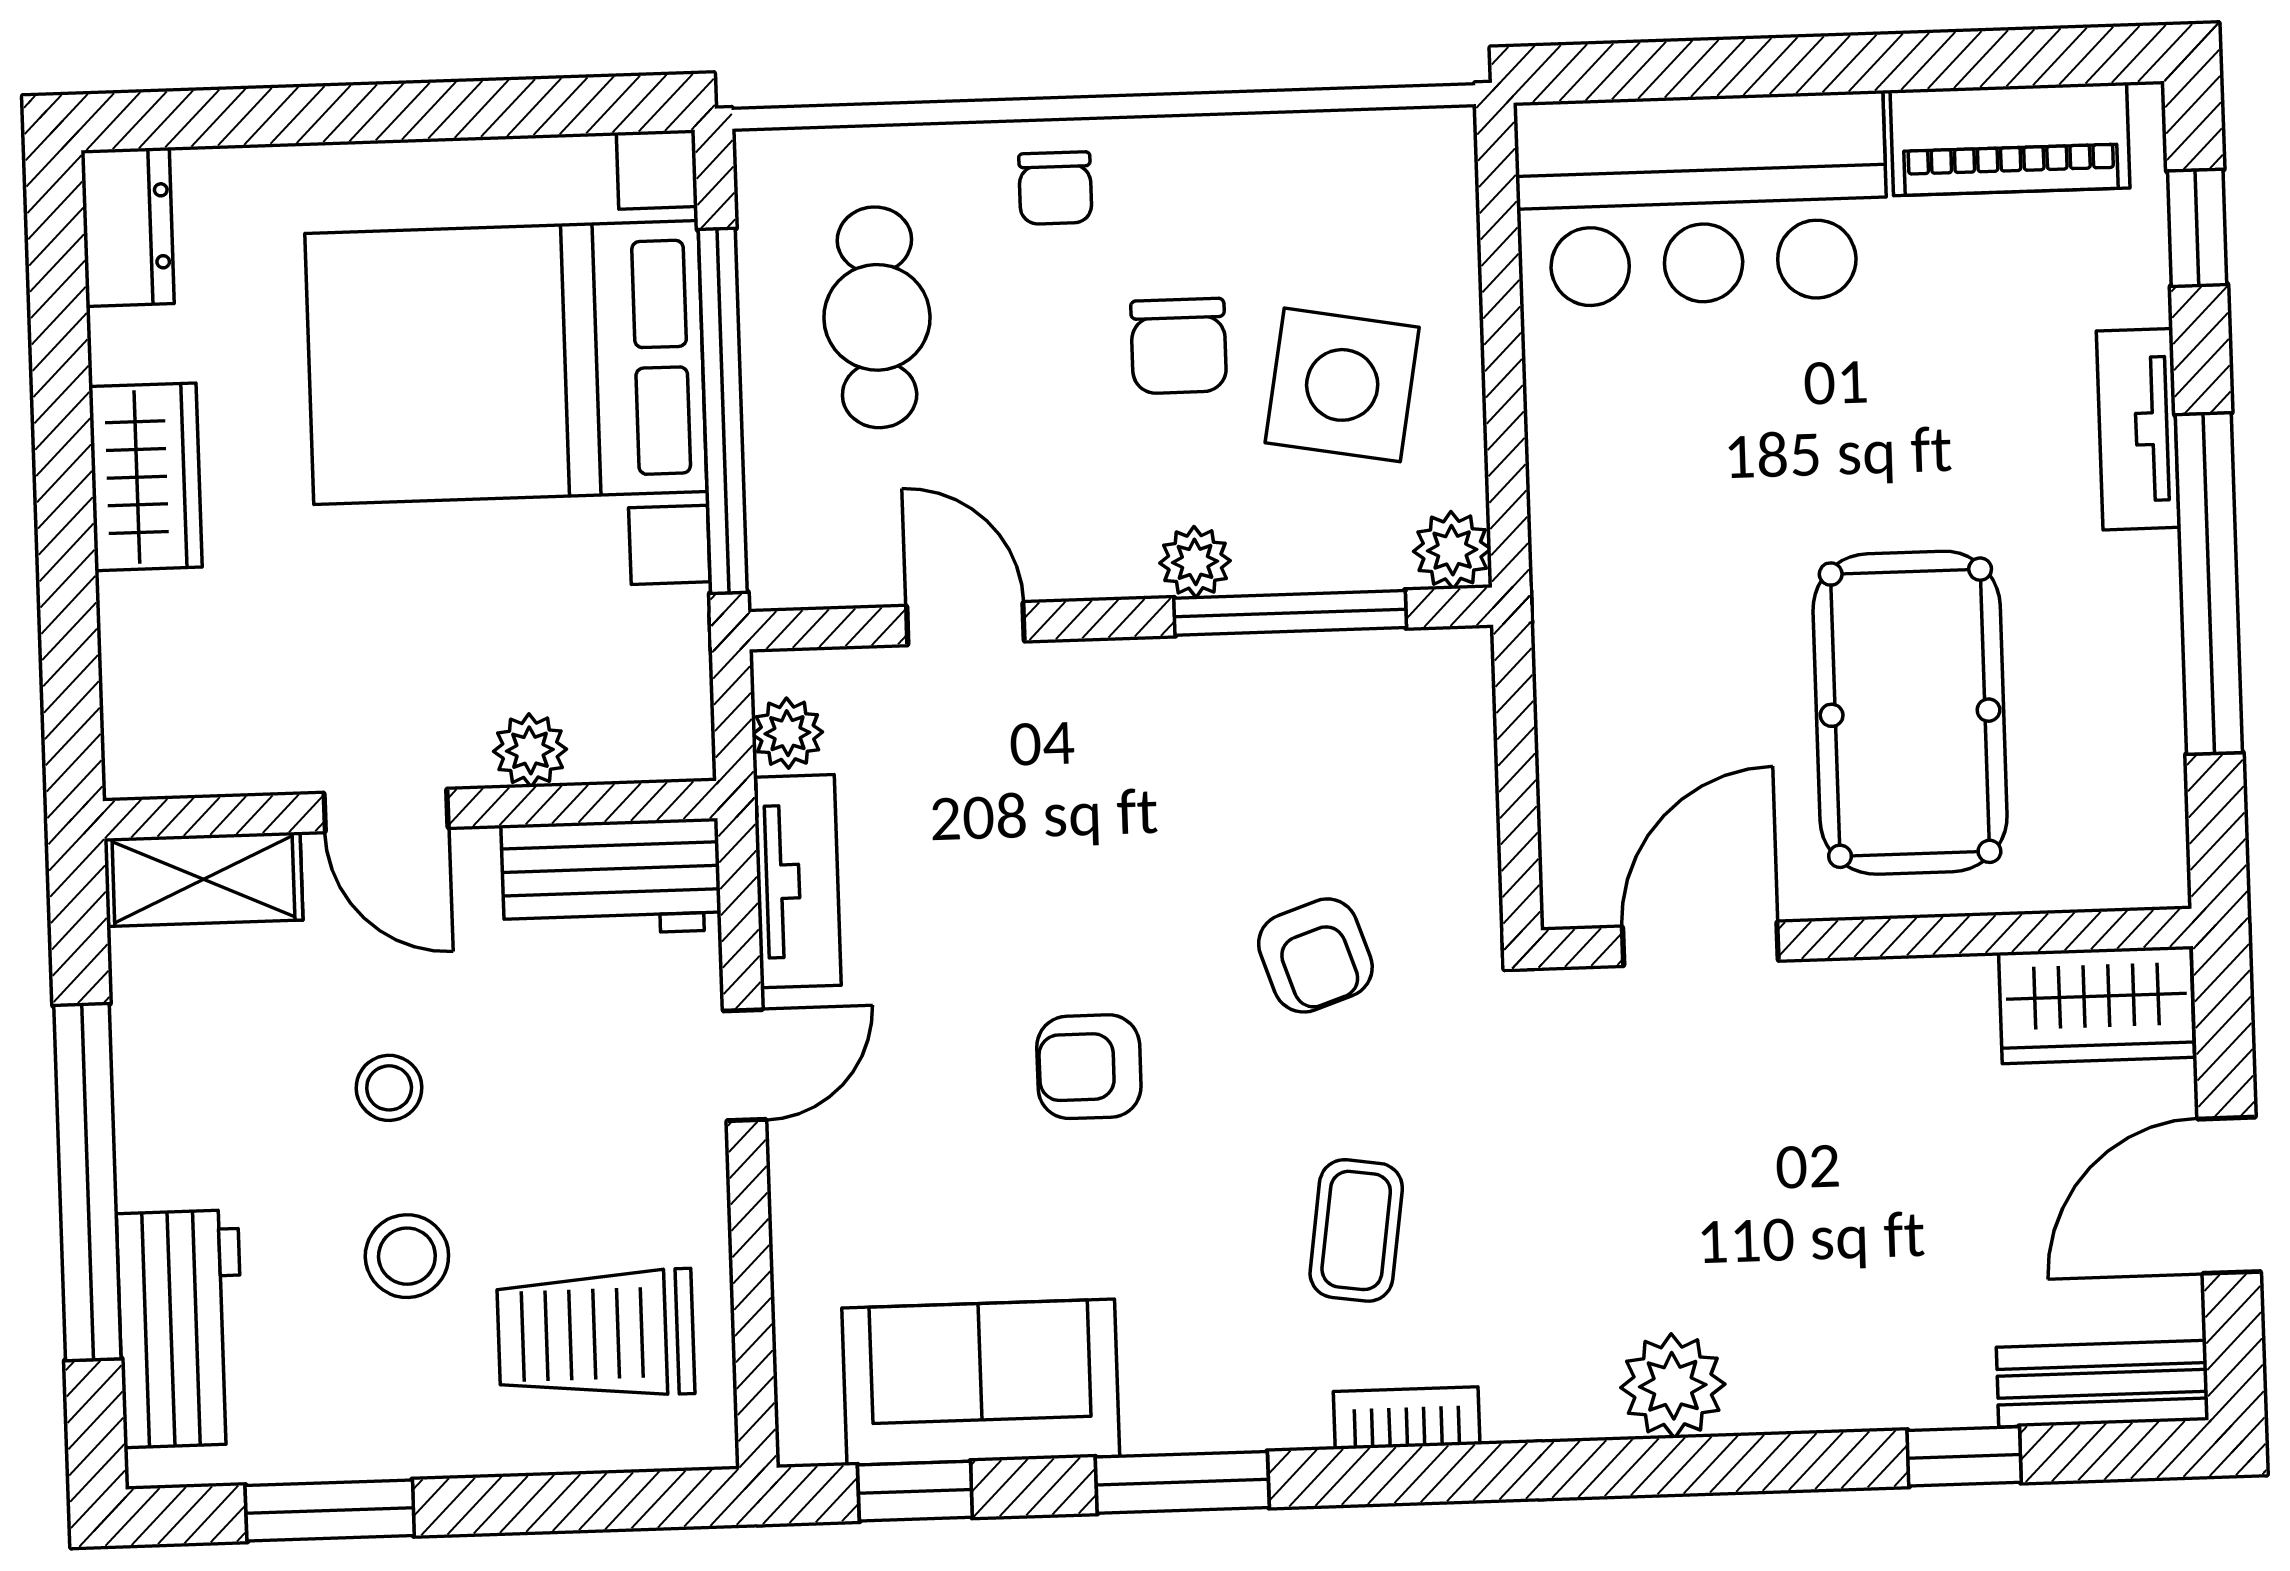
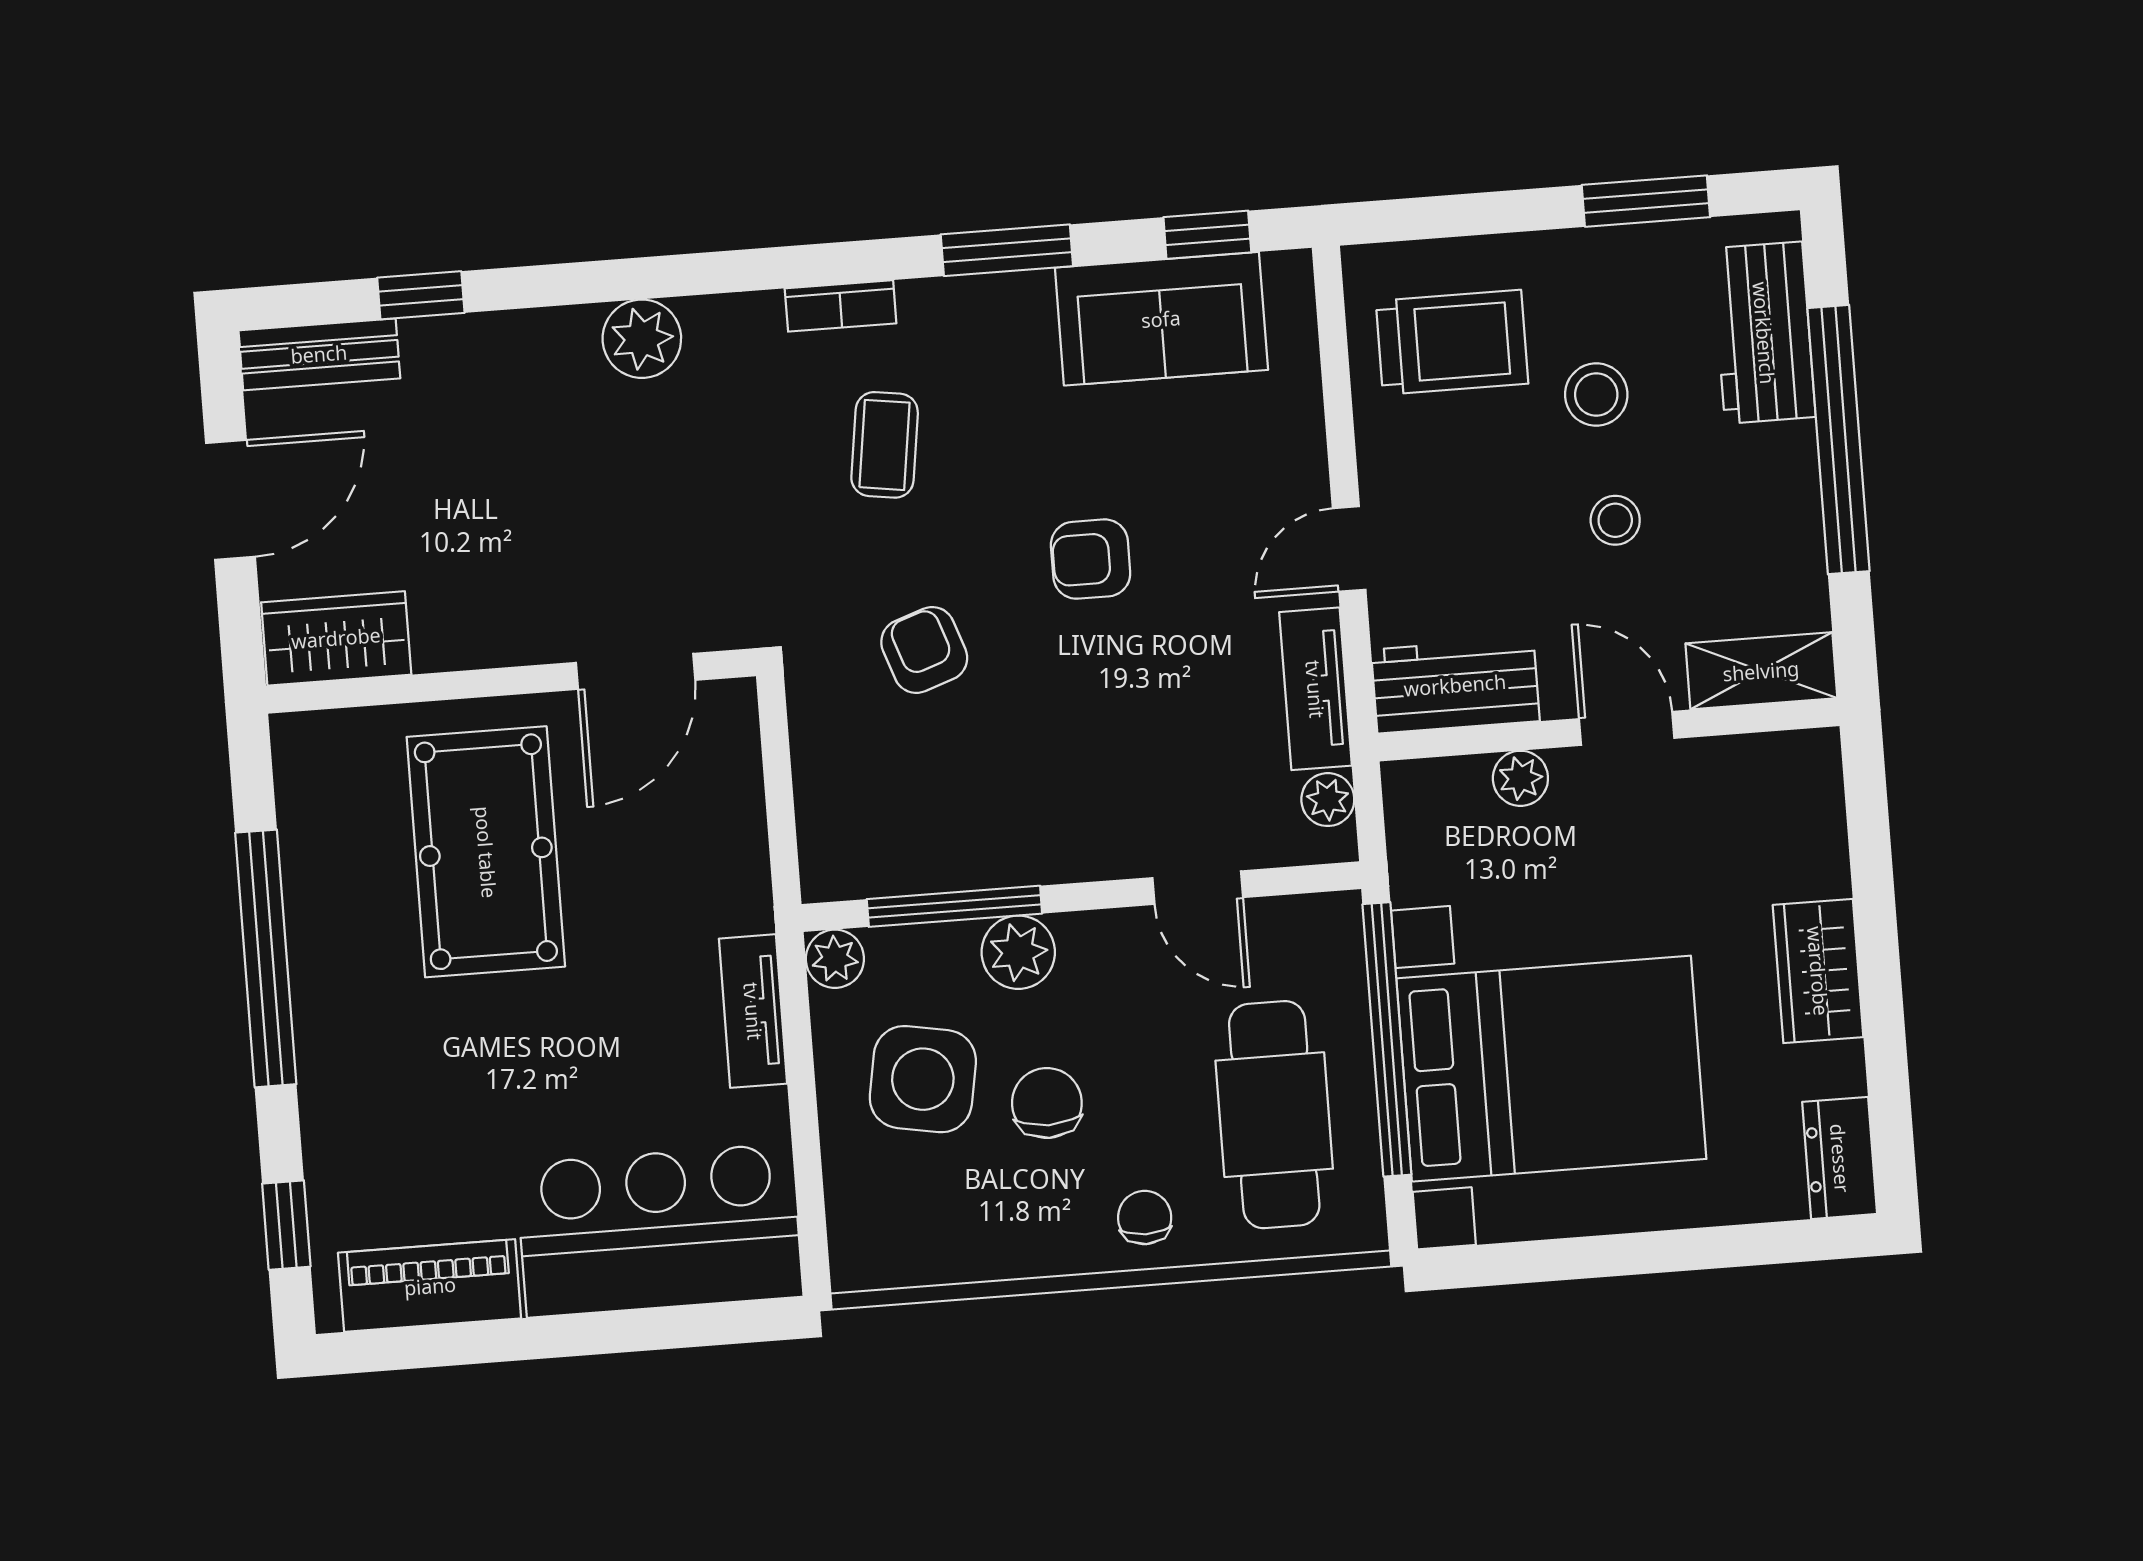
cafe table: (877, 317) -> (1274, 1115), width x1.37, depth x1.35
tv unit: (2138, 429) -> (753, 1011), moved, turned 180
plant: (1195, 562) -> (1018, 952), width x1.38, depth x1.38
armchair: (1089, 1067) -> (1091, 559), turned 180

